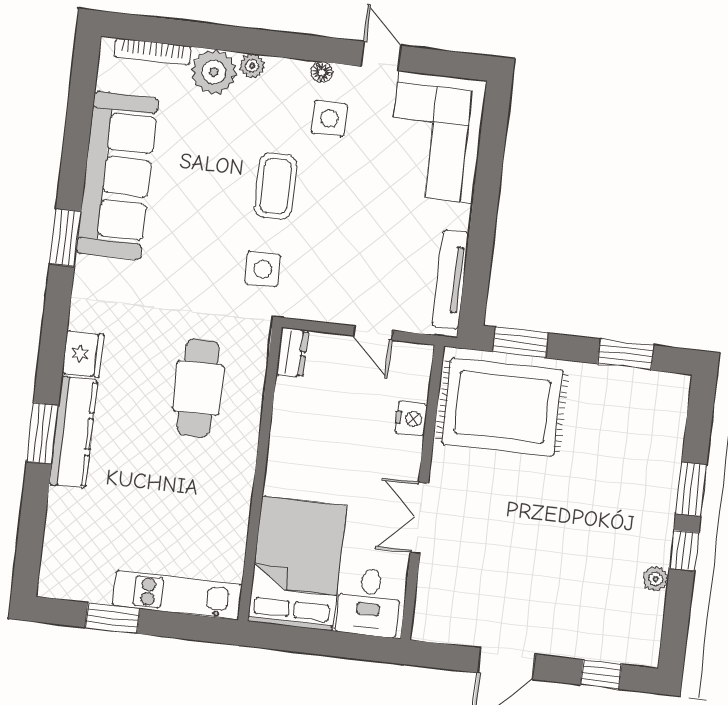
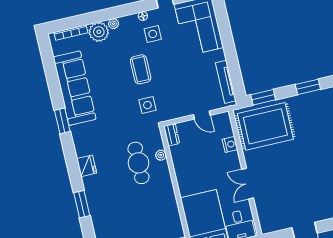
plant: (252, 388) -> (161, 155), added
kitchen counter: (73, 432) -> (94, 199), removed

